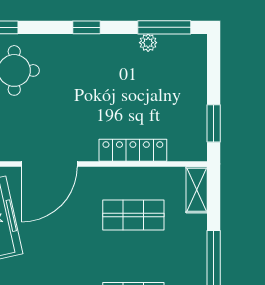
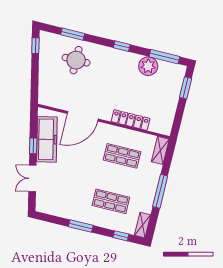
plant: (148, 43) -> (148, 66), width x1.88, depth x1.88
window: (214, 123) -> (186, 88), moved

